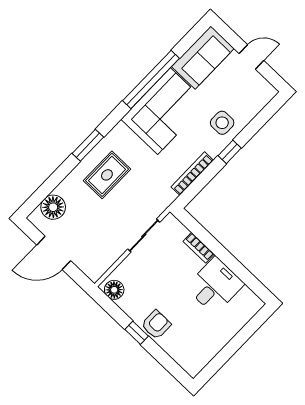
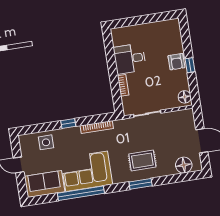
side table: (222, 123) -> (46, 142), moved
armchair: (156, 325) -> (176, 62), turned -90

